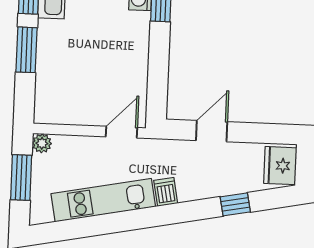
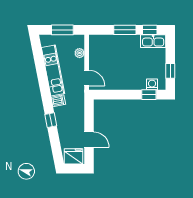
door: (212, 131) -> (89, 140), moved
plant: (42, 143) -> (80, 53), moved
window: (235, 204) -> (51, 120), moved

